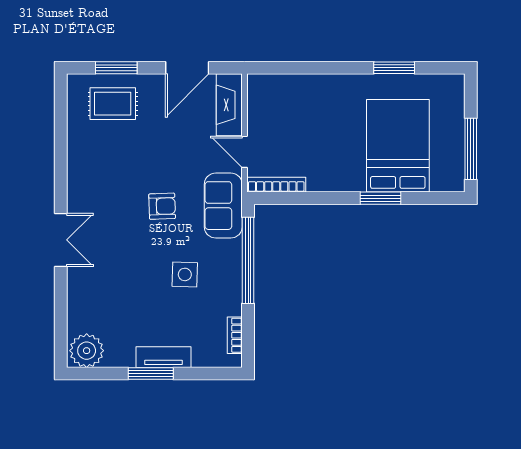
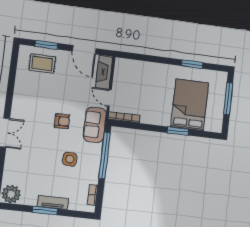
door: (187, 68) -> (84, 50), hinge flipped
window: (471, 149) -> (228, 99), moved

